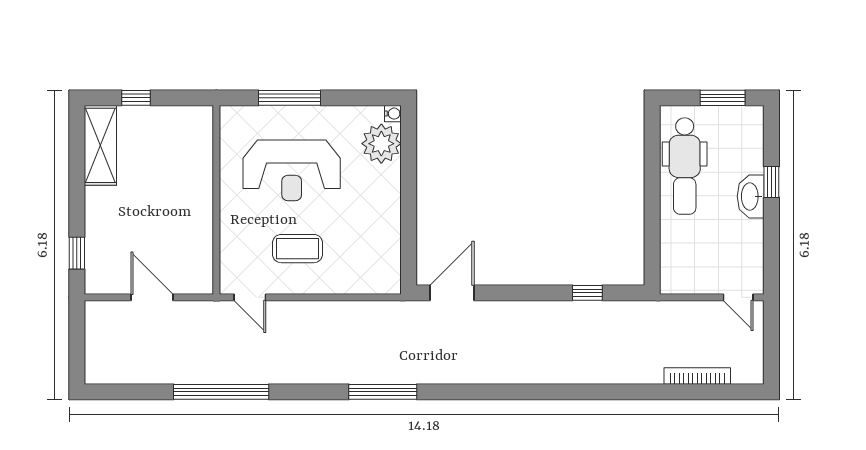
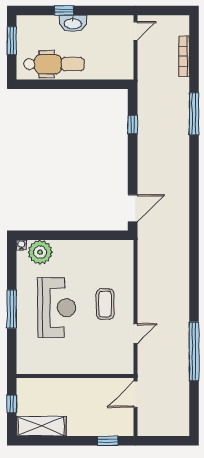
wall: (216, 200) -> (75, 376), moved
door: (452, 293) -> (133, 208), swing flipped
window: (383, 392) -> (194, 114), moved

